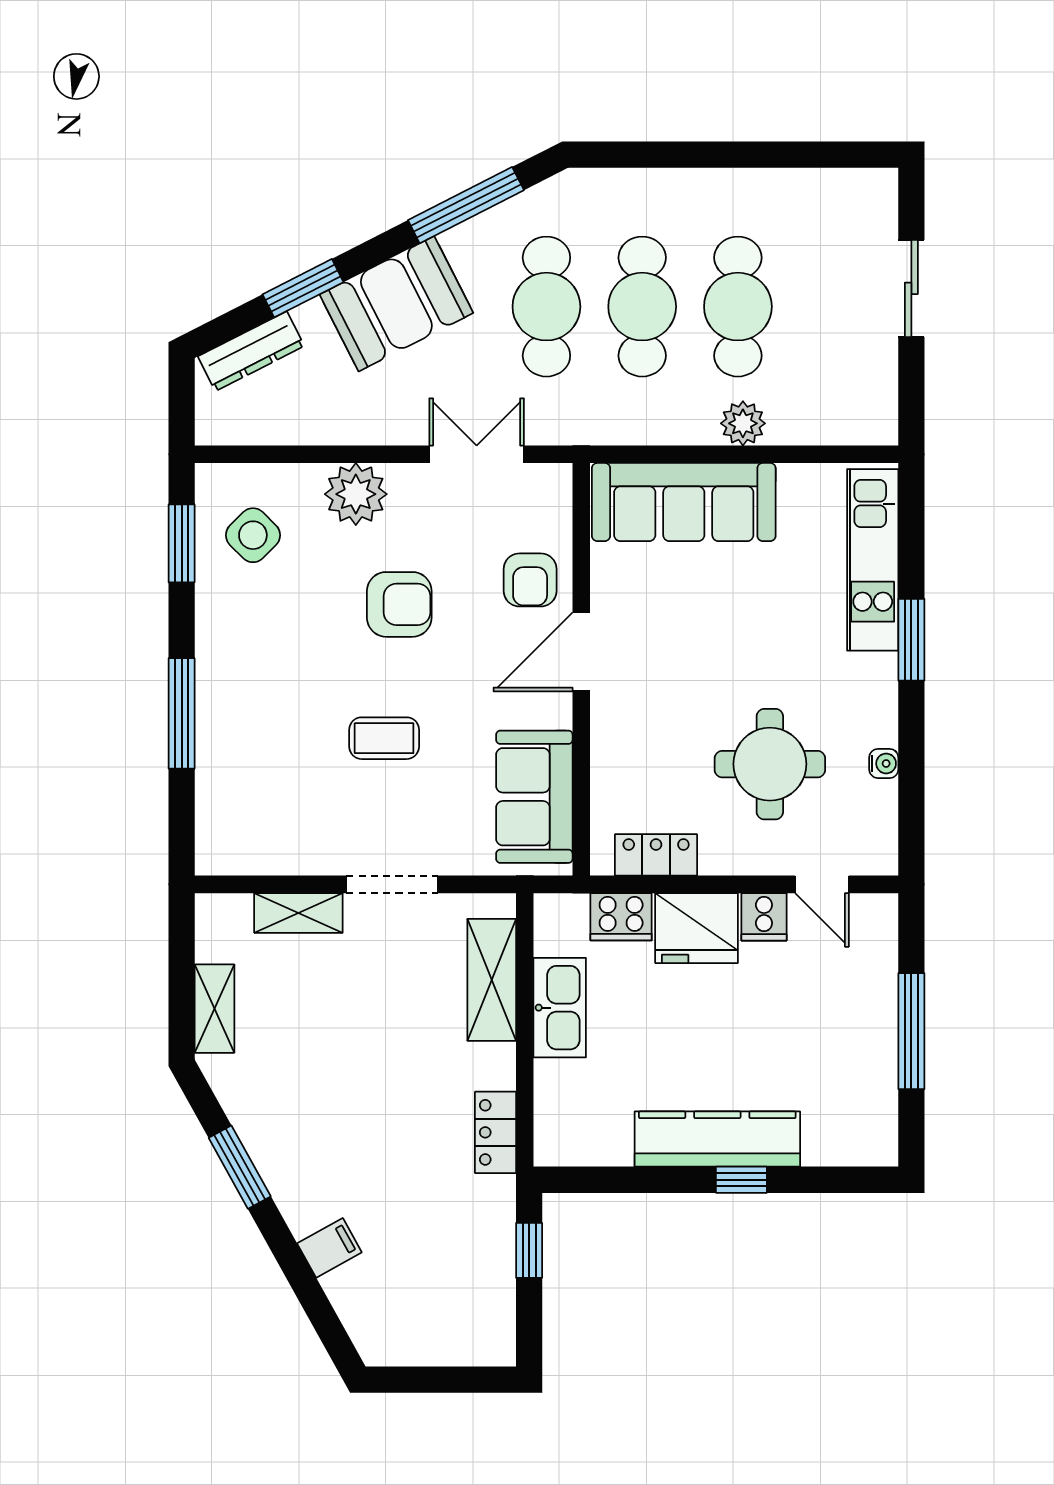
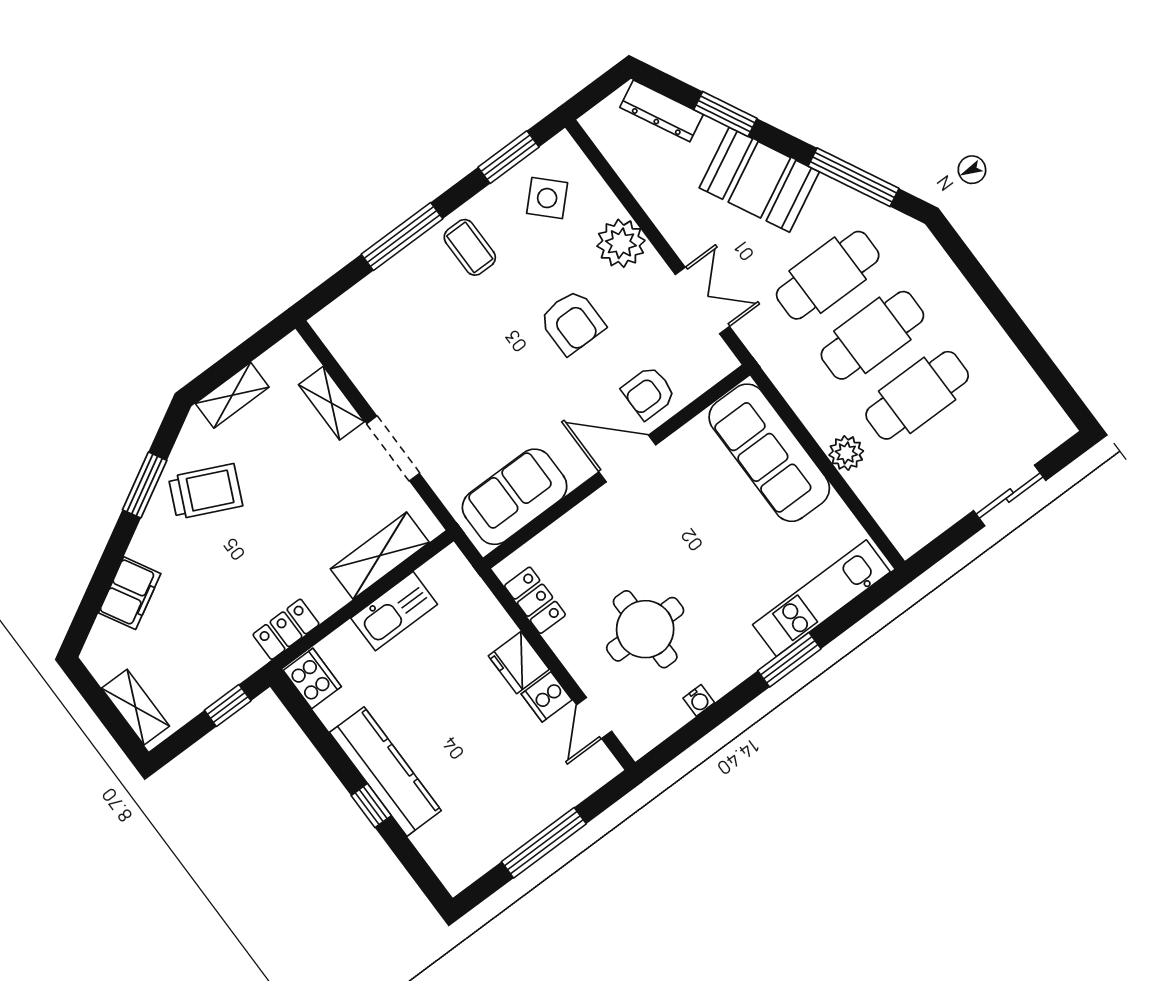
coffee table: (384, 738) -> (470, 247), moved
cooker: (621, 917) -> (312, 678), moved, turned 180
fridge: (697, 928) -> (519, 663), width x0.73, depth x0.75
trolley: (293, 1110) -> (206, 491), added
filing cabinet: (329, 1248) -> (130, 593), width x2.00
shelving: (460, 1346) -> (136, 707), added

